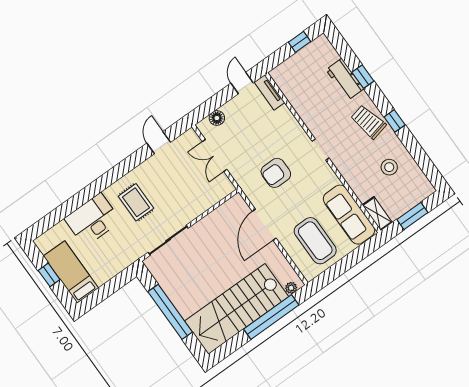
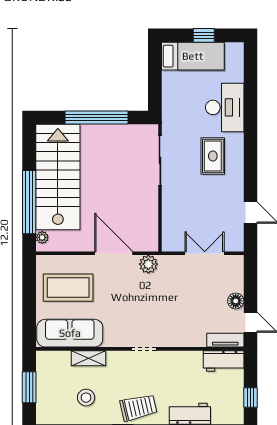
workbench: (286, 82) -> (224, 361), added
floor lamp: (217, 118) -> (236, 301), moved
armchair: (276, 173) -> (151, 296), removed
plant: (254, 192) -> (148, 264), added
rug: (136, 202) -> (213, 156), turned 90
shelving: (377, 214) -> (88, 358), moved

